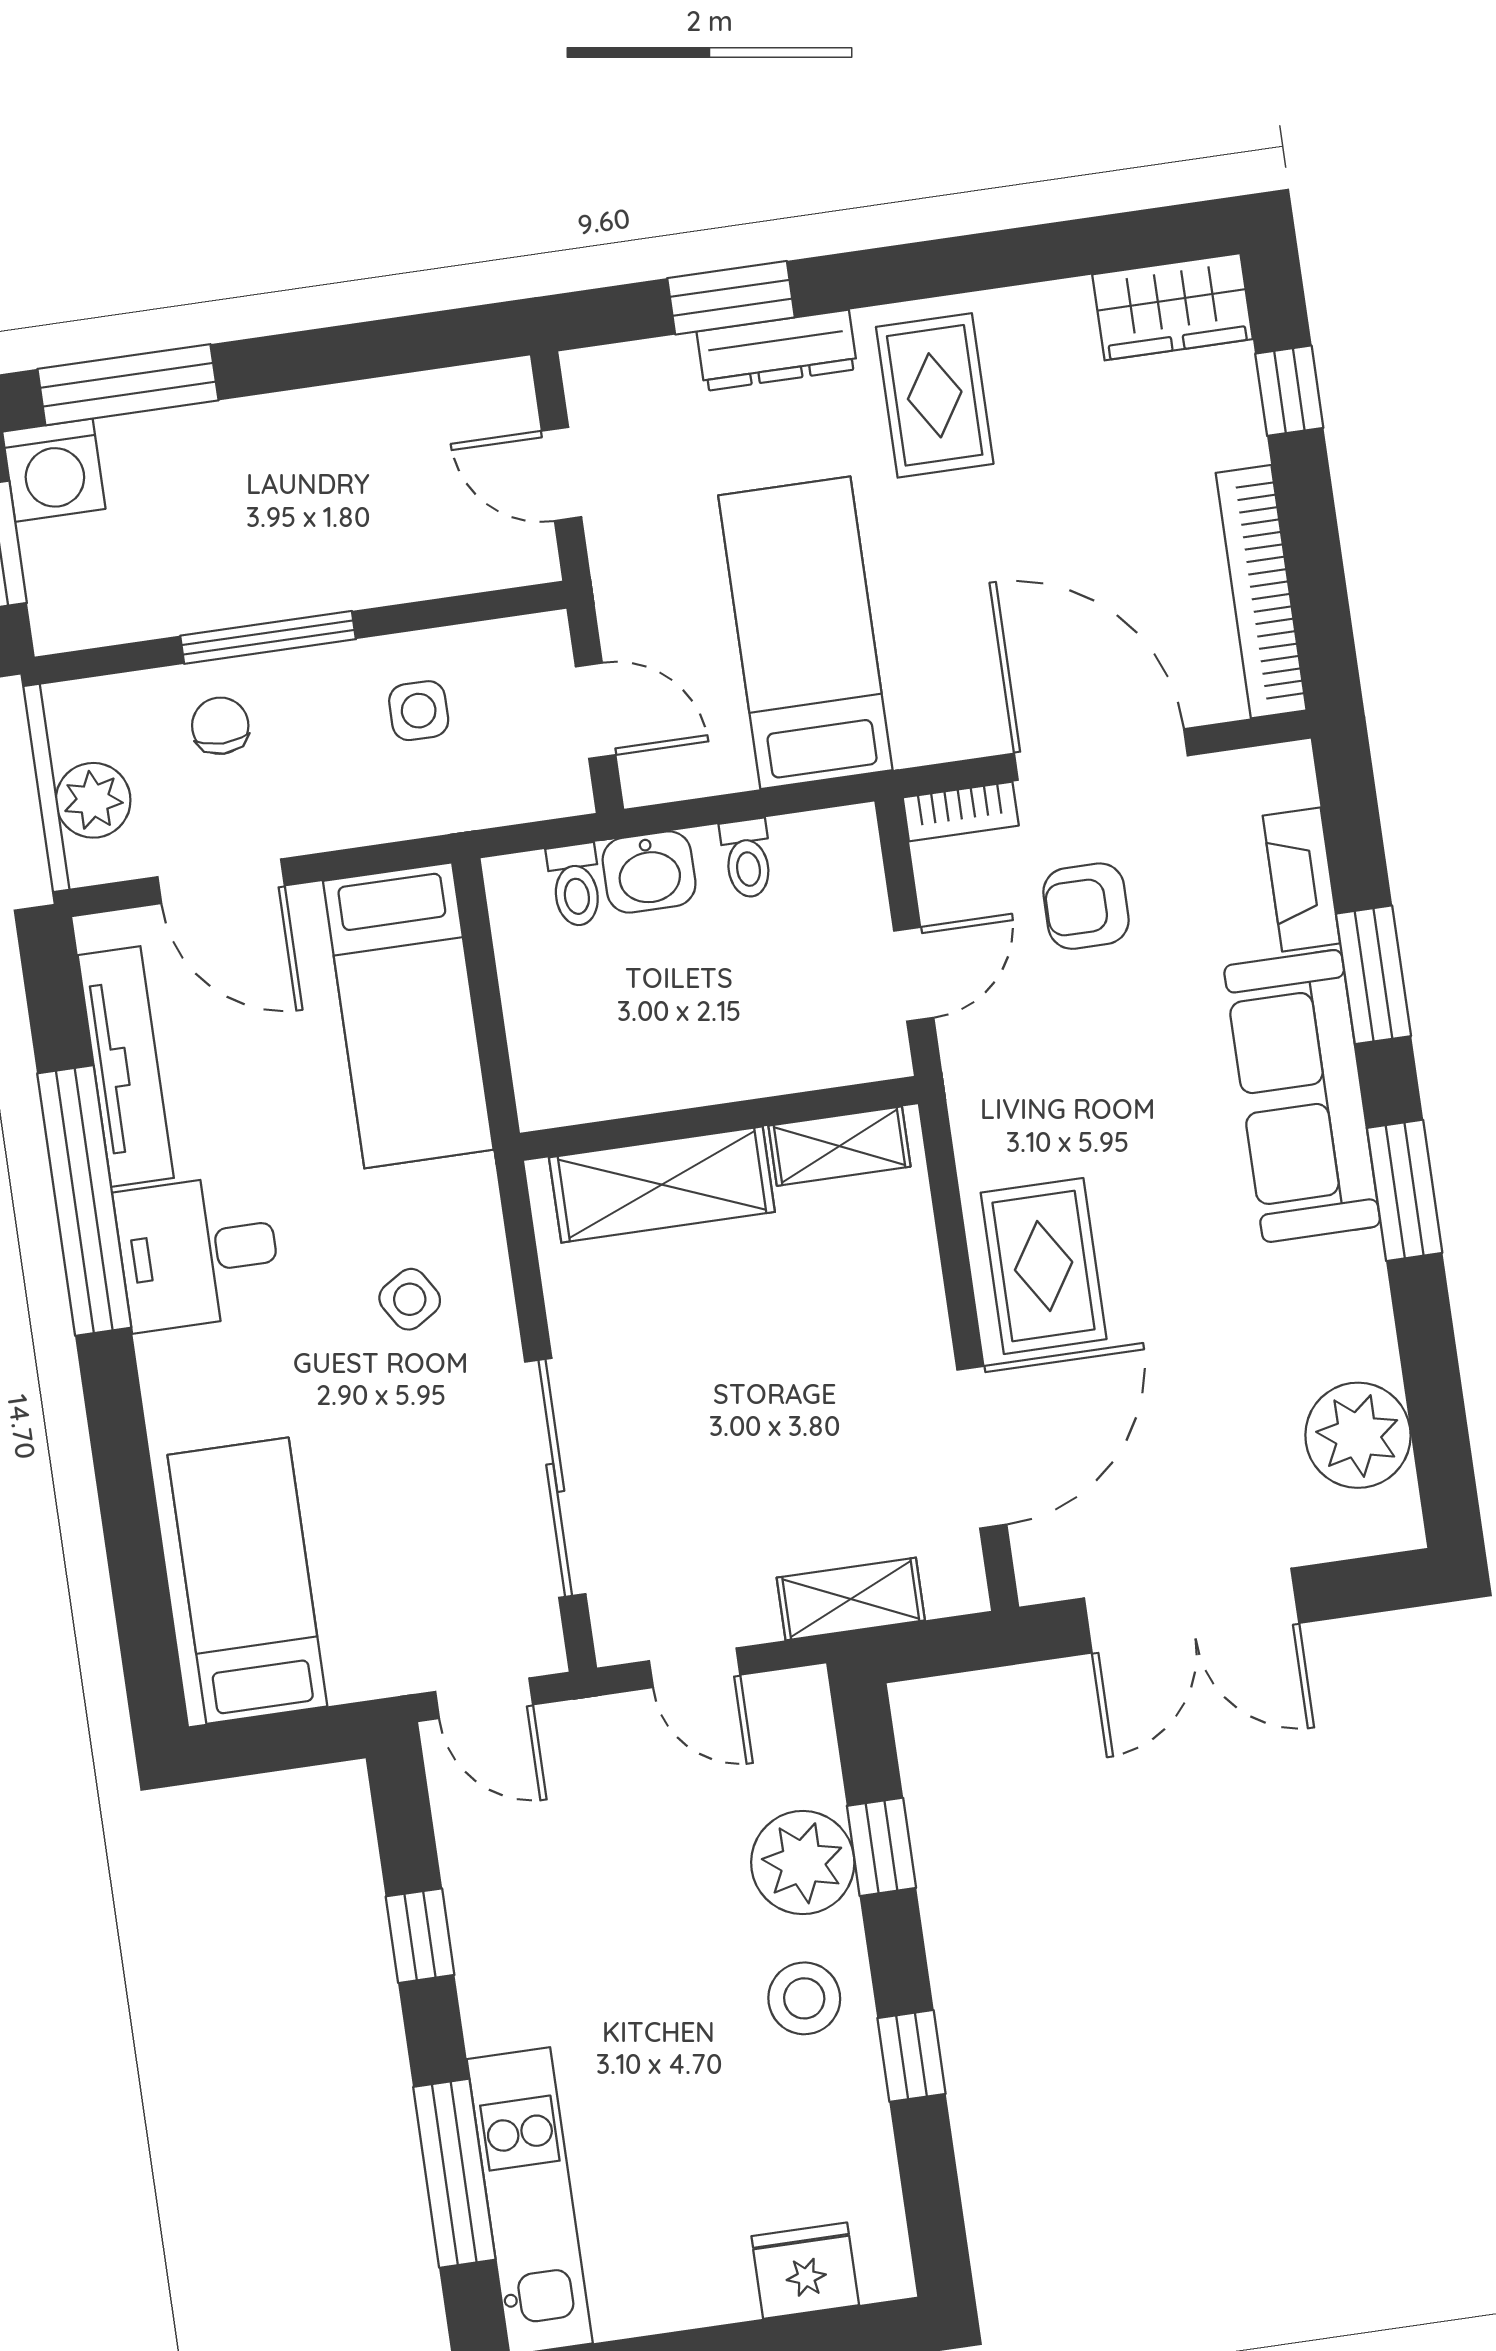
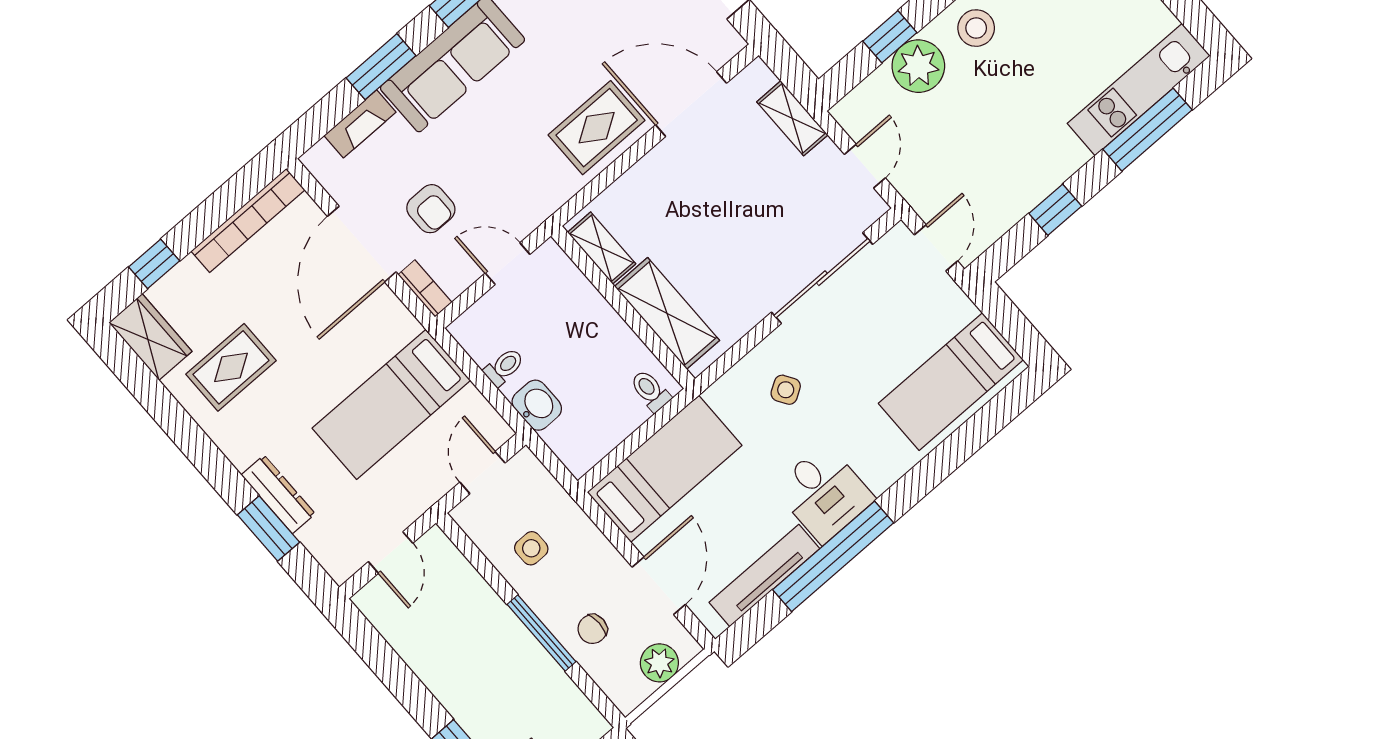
rug: (935, 395) -> (231, 367), moved
toilet: (575, 885) -> (650, 391), moved, turned -90

